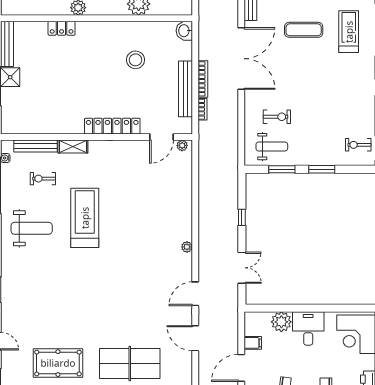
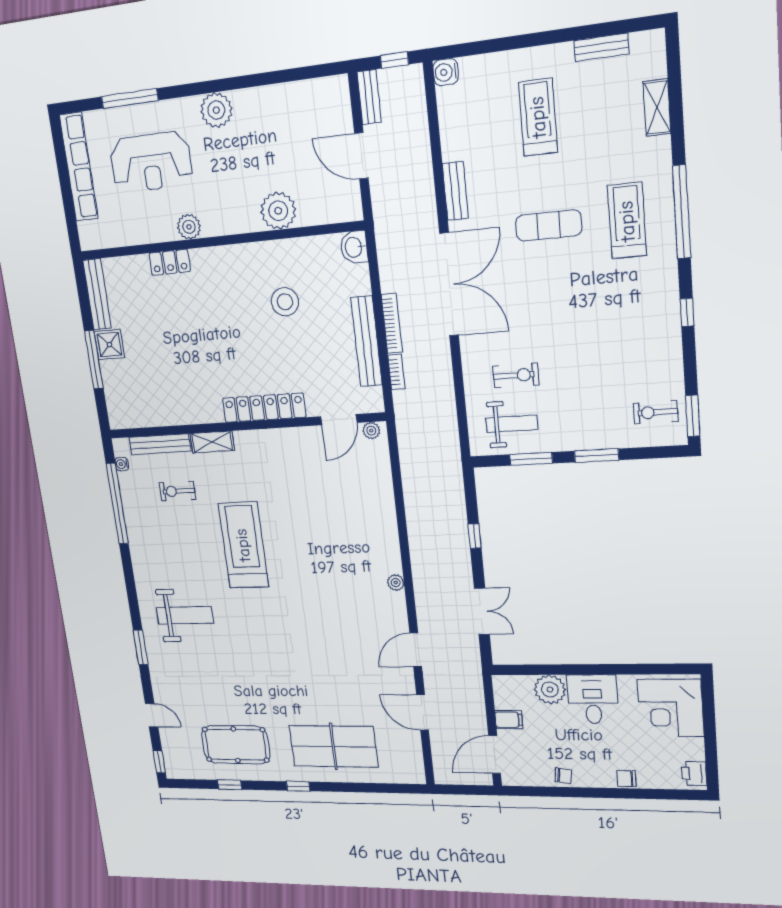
weight bench: (32, 228) -> (185, 615), moved

